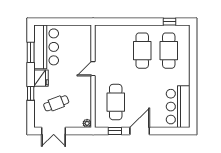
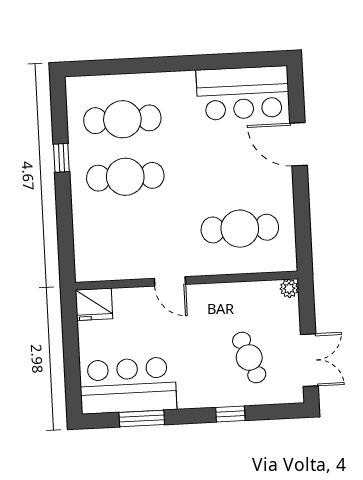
window: (170, 22) -> (61, 158), moved
fridge: (41, 78) -> (94, 304), moved, turned 180
window: (115, 131) -> (303, 227), removed
door: (140, 131) -> (298, 144), moved

